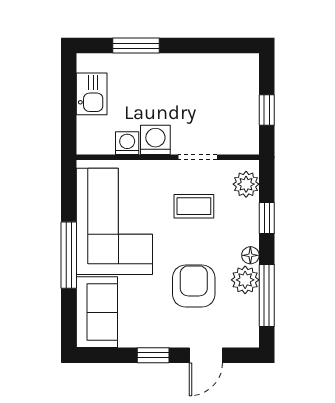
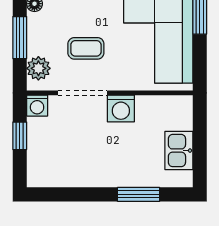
washing machine: (127, 143) -> (37, 106), moved
doorway: (198, 157) -> (83, 93), width x1.38
window: (267, 218) -> (20, 38), width x1.50

